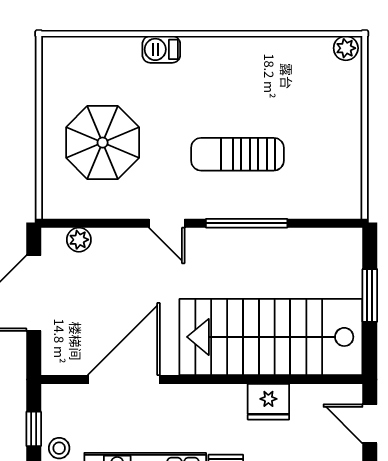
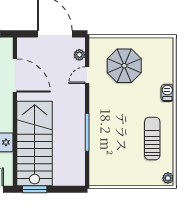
sun lounger: (237, 154) -> (152, 139), moved
door: (167, 223) -> (87, 75), moved
window: (370, 295) -> (35, 189), moved

